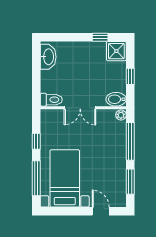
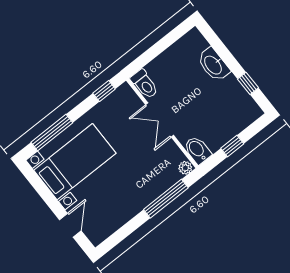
shower: (116, 51) -> (247, 111), removed
washbasin: (48, 57) -> (213, 65), moved, turned 90
window: (36, 141) -> (104, 91), moved
window: (130, 182) -> (125, 231), removed

